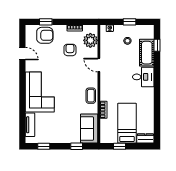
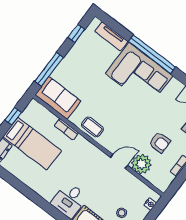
plant: (90, 40) -> (141, 164), moved
window: (22, 94) -> (152, 54), added
window: (77, 146) -> (49, 69), width x2.17

